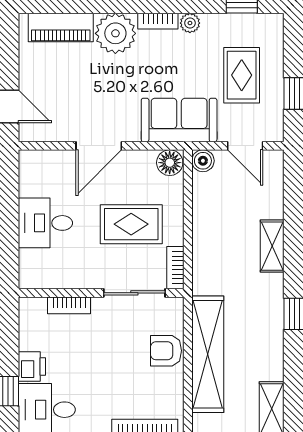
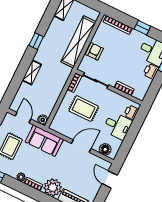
floor lamp: (170, 163) -> (105, 149), moved
printer: (31, 264) -> (131, 112), added
armchair: (166, 351) -> (94, 51), turned -90

